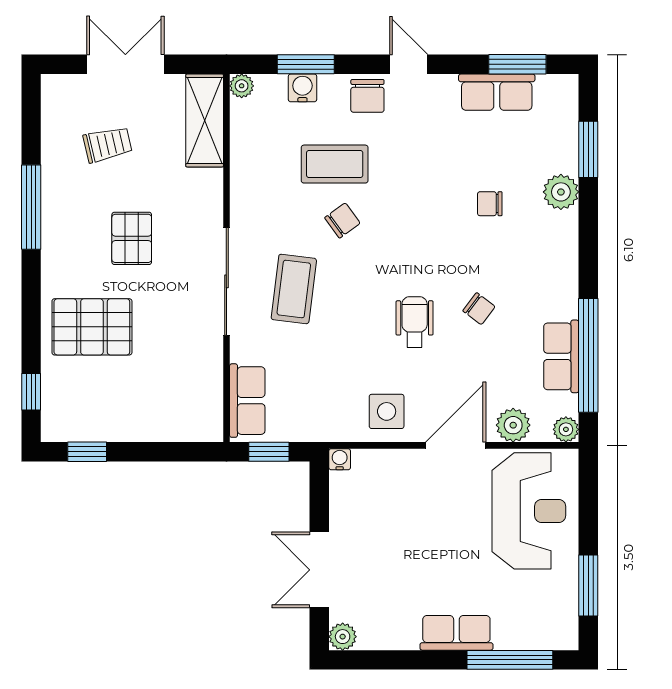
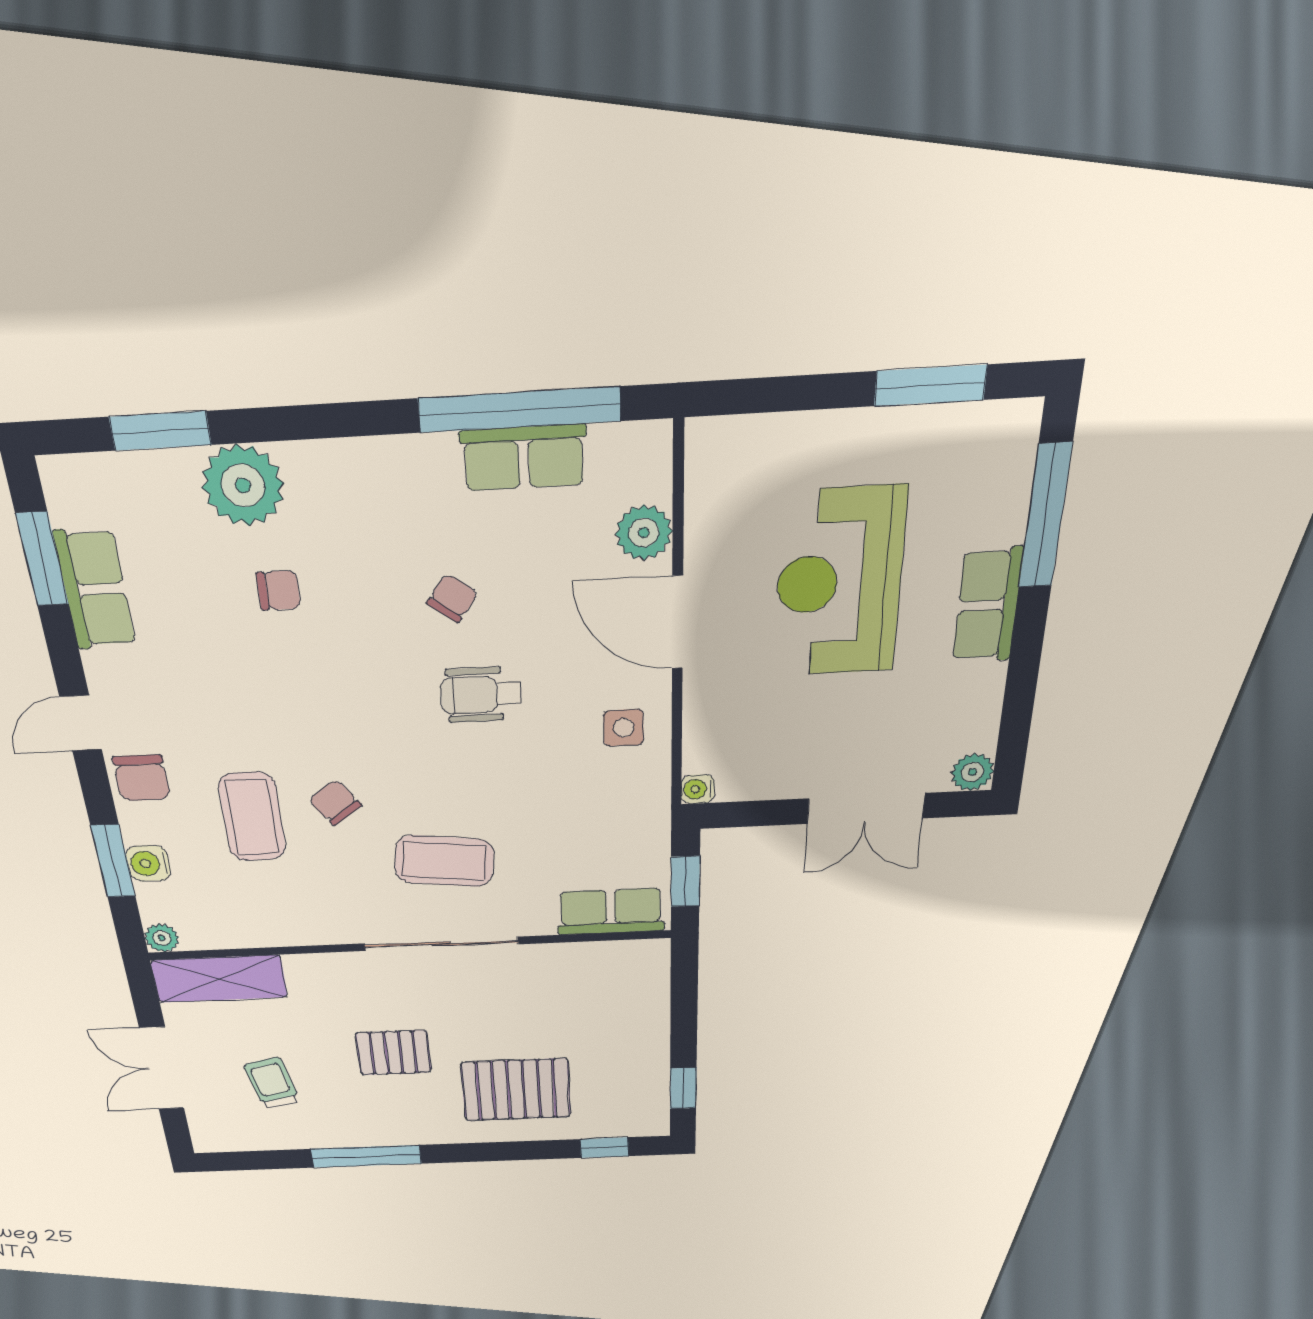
chair: (367, 96) -> (142, 778), turned 90
plant: (561, 192) -> (243, 485), width x1.36, depth x1.36
chair: (490, 204) -> (278, 590), turned -90
pallet: (92, 327) -> (516, 1090), turned 90
side table: (387, 411) -> (624, 728), width x0.73, depth x0.73
plant: (566, 429) -> (651, 442), removed
reception desk: (529, 511) -> (839, 583), moved, turned -90

